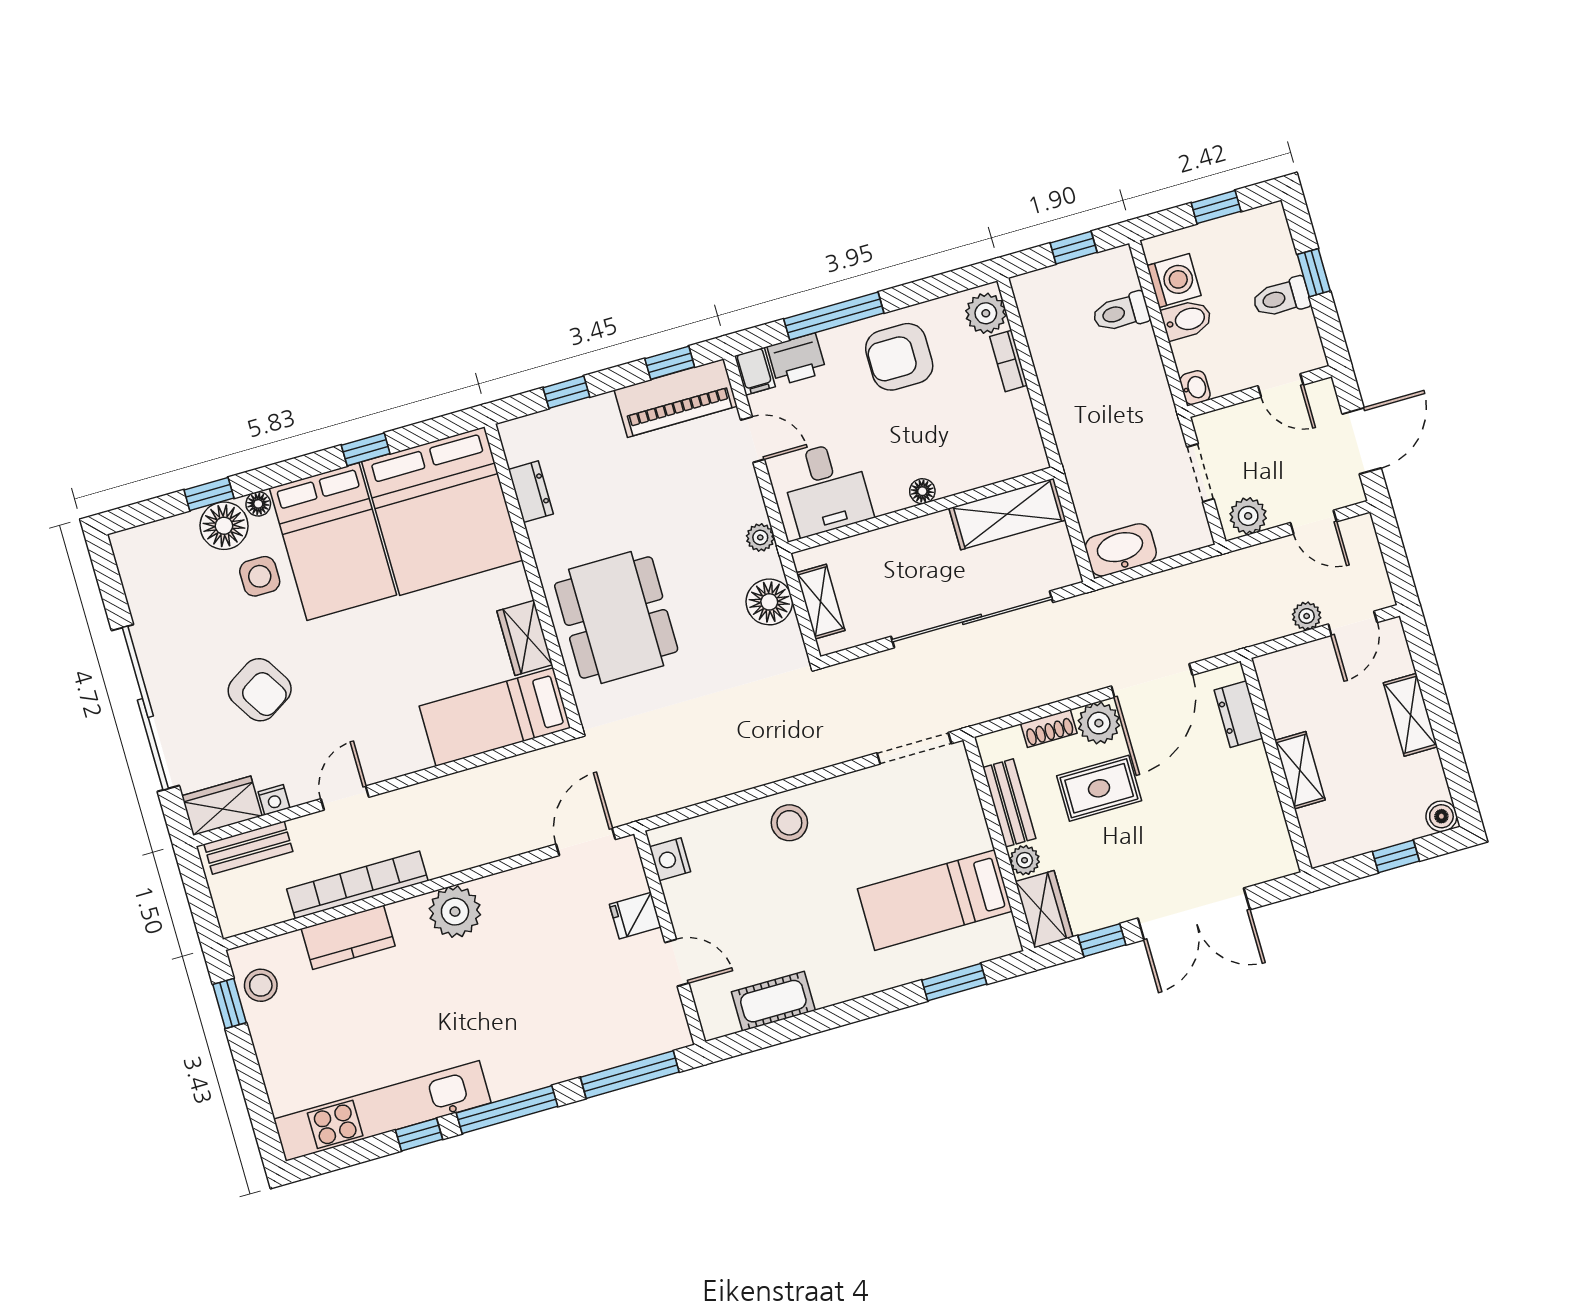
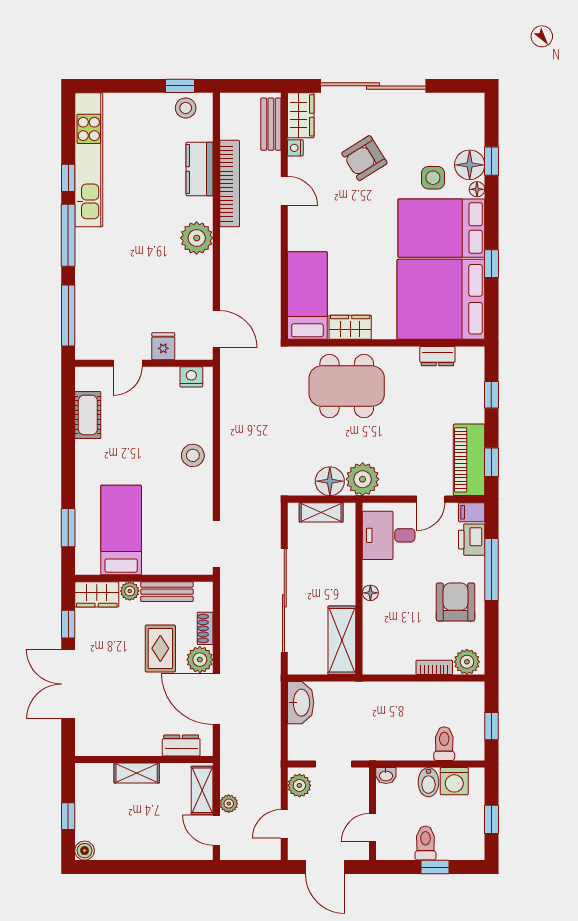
plant: (760, 537) -> (363, 479), width x1.87, depth x1.87
shelving: (1410, 715) -> (202, 790), moved, turned 90

